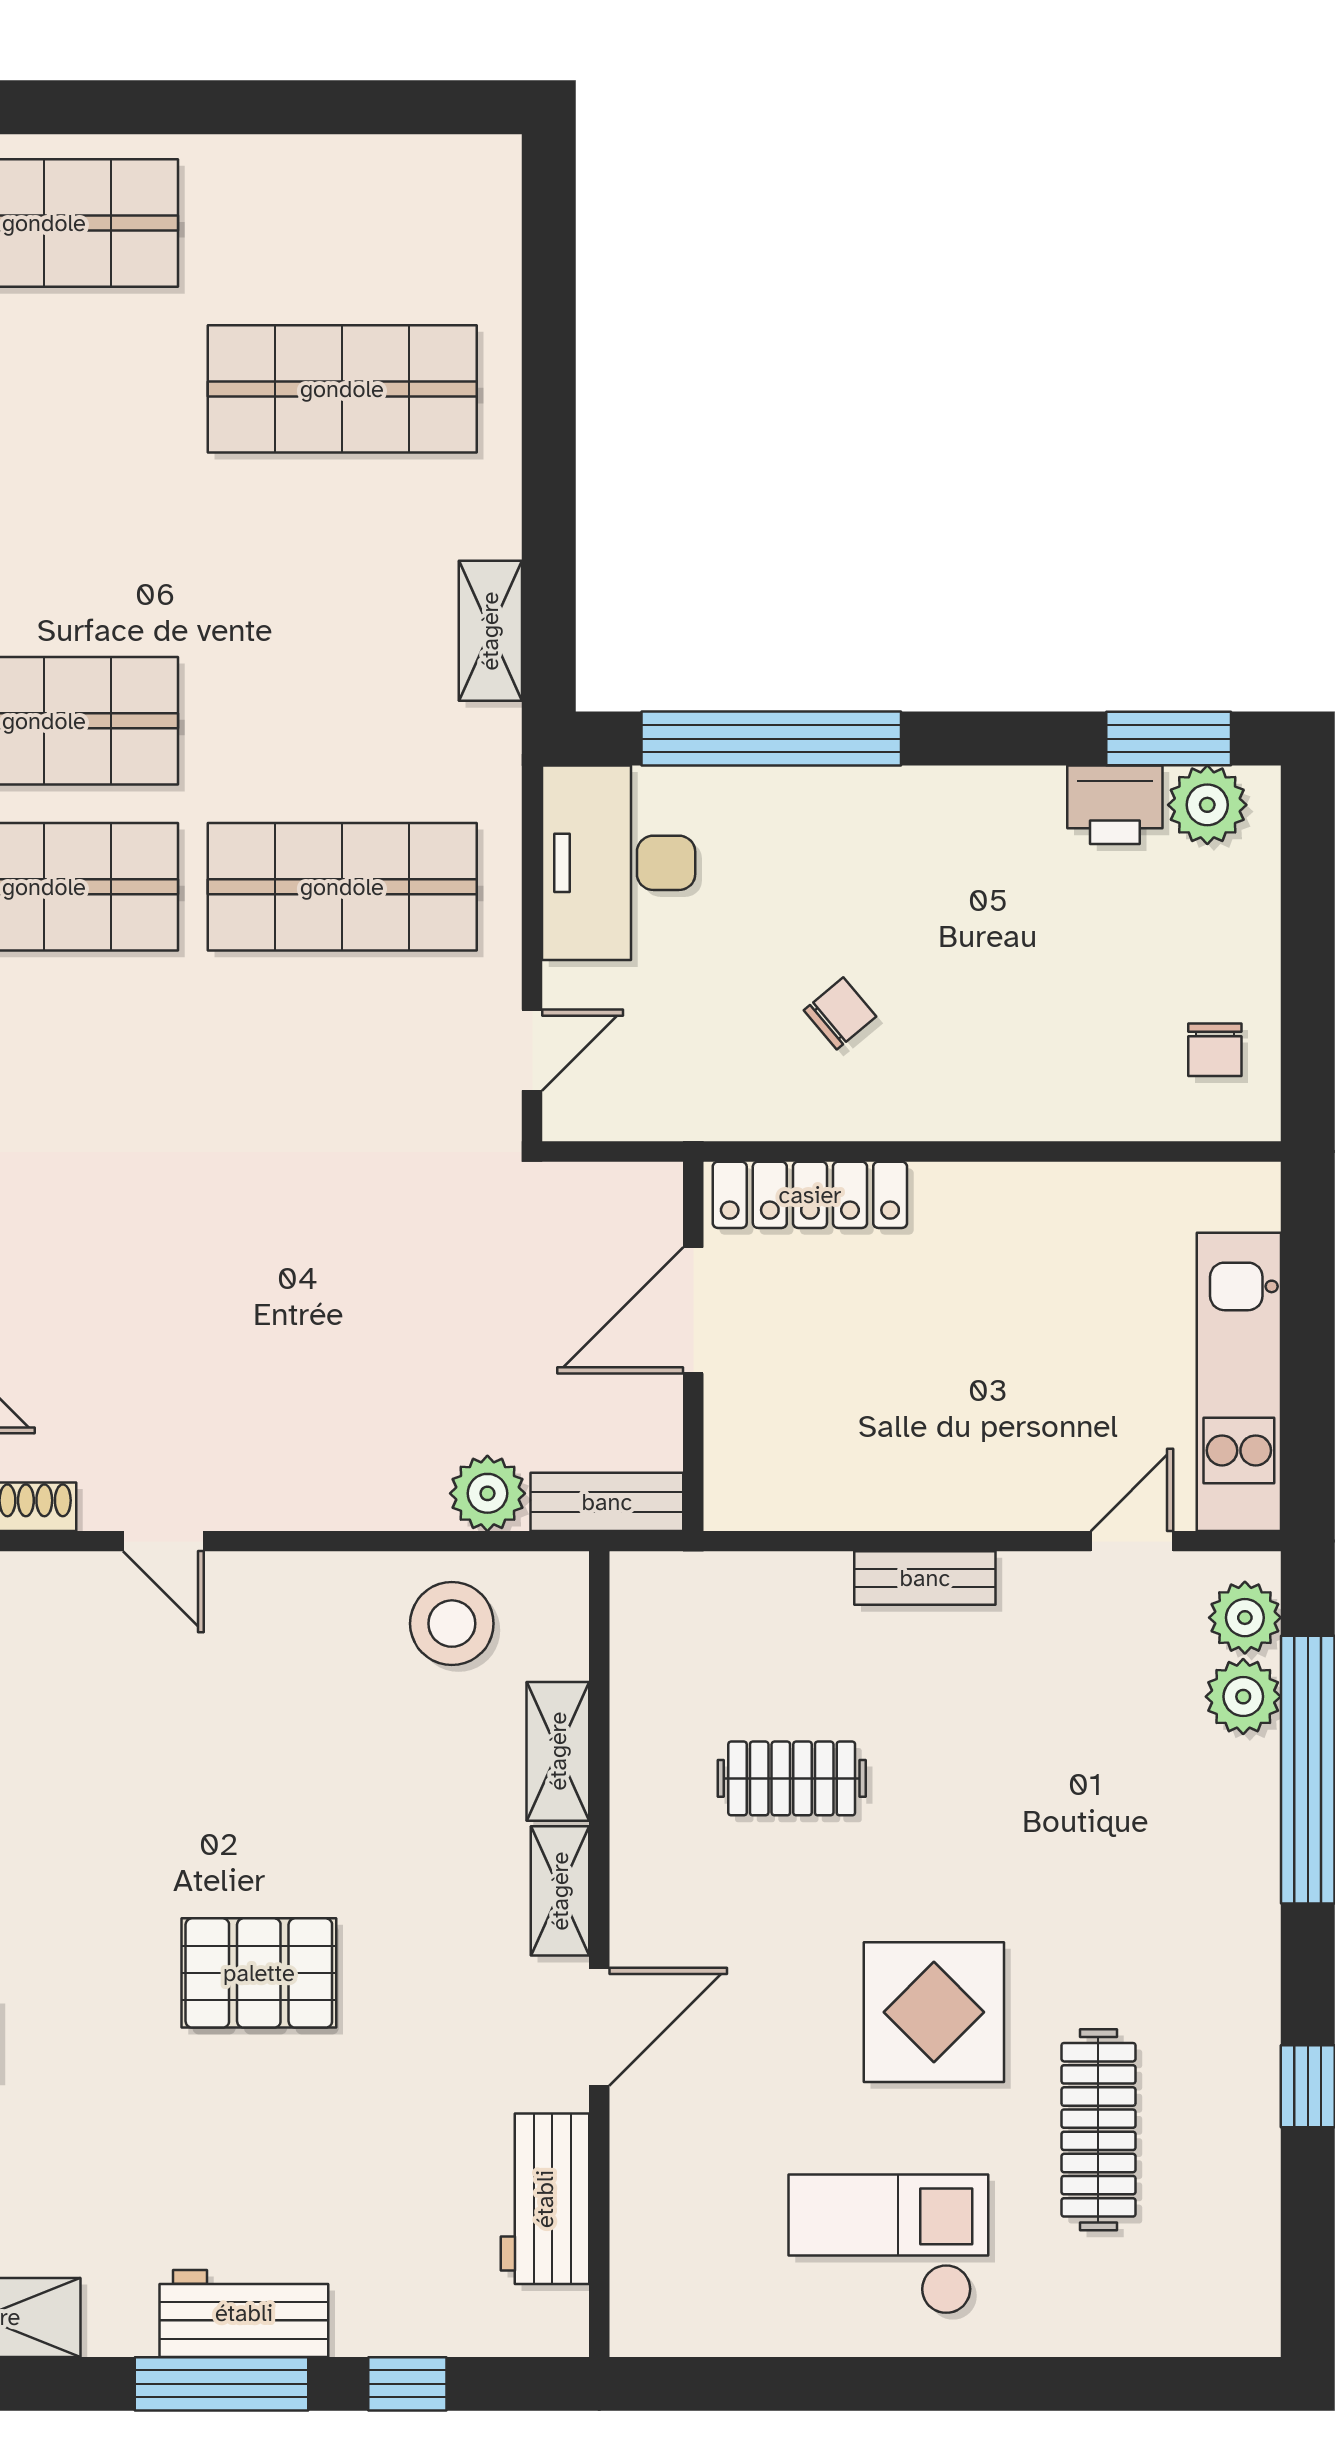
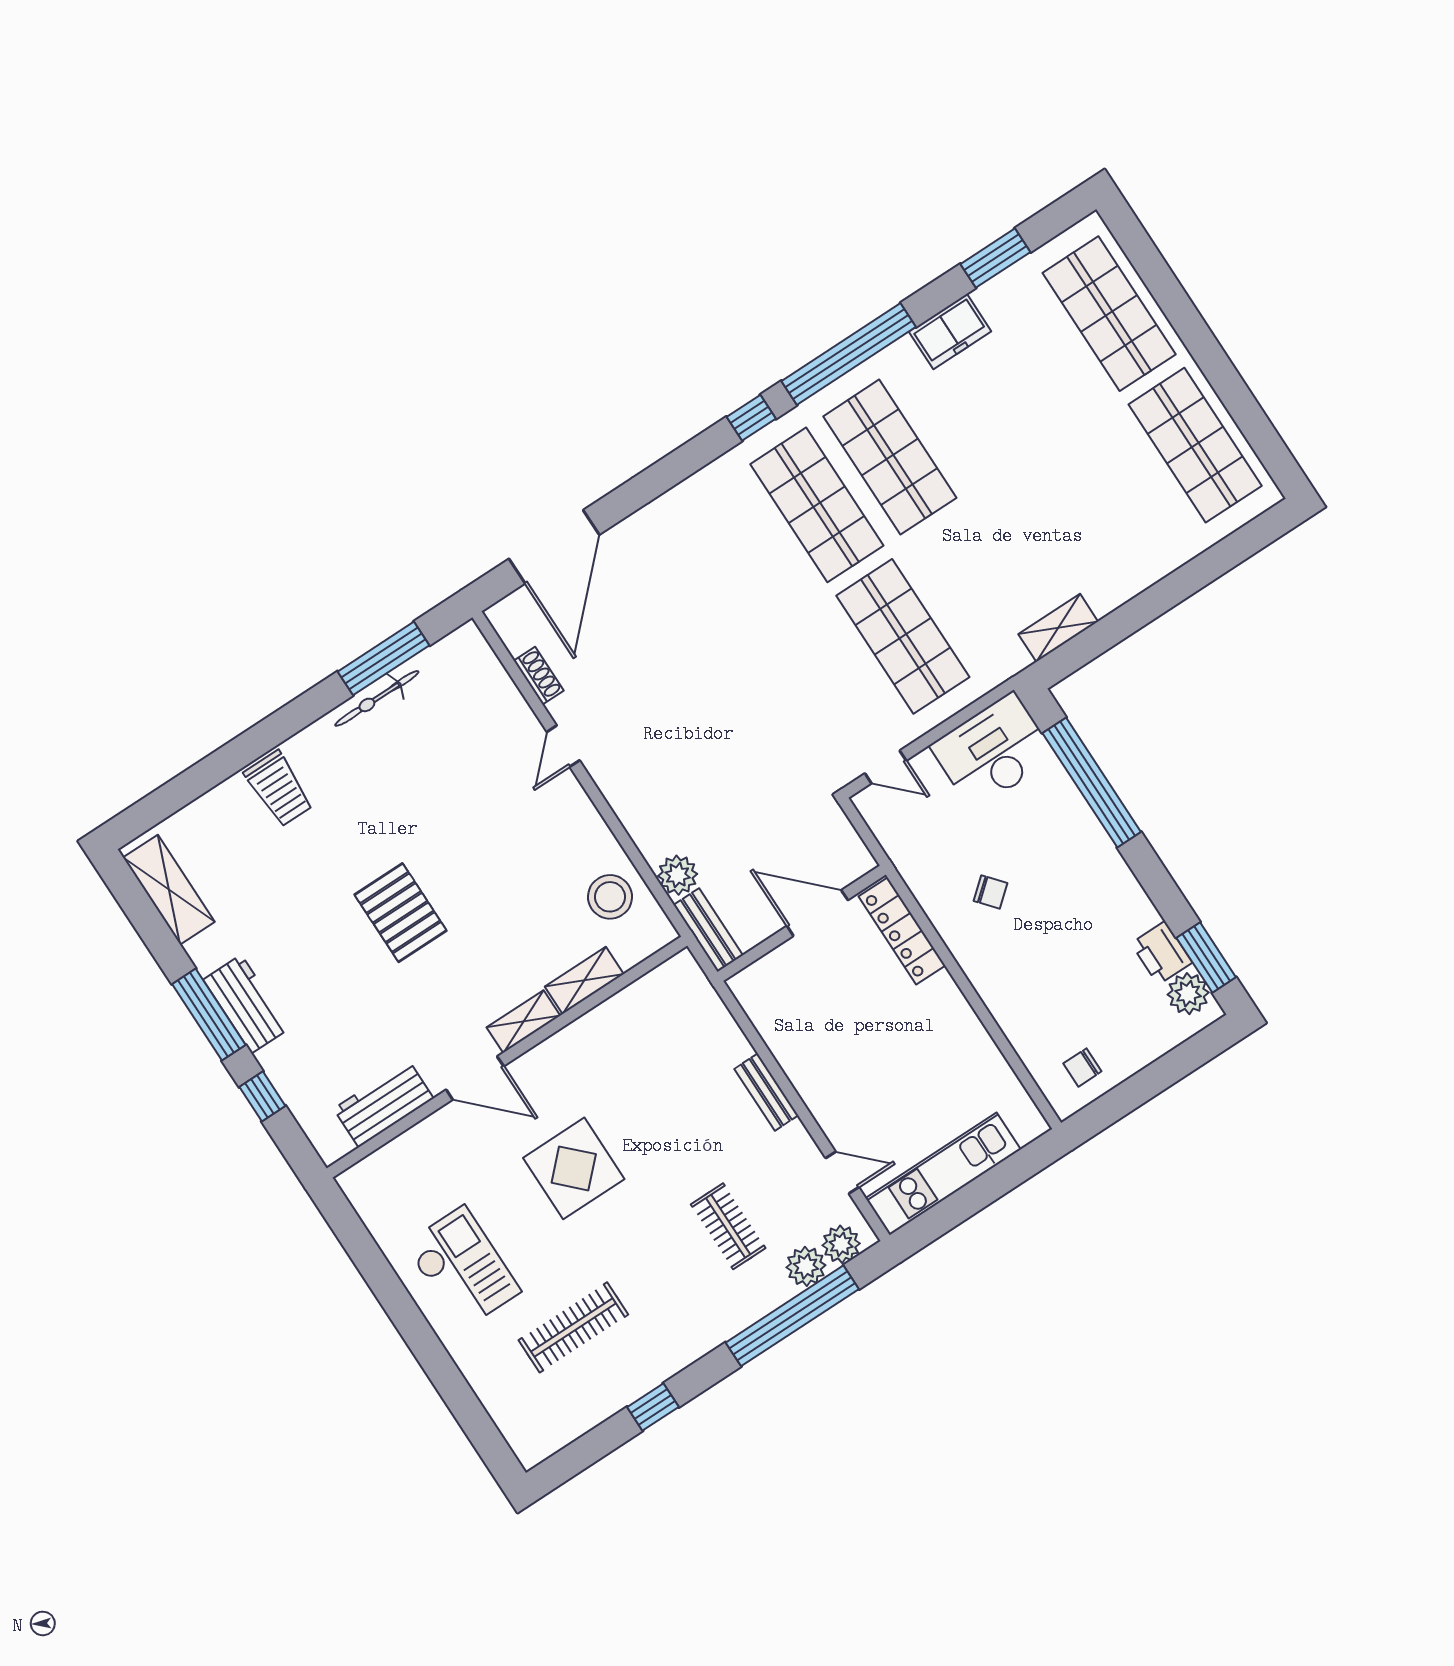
shop shelf: (342, 389) -> (1195, 445), moved
clothes rail: (792, 1778) -> (728, 1226), moved
display table: (934, 2012) -> (574, 1168), moved

